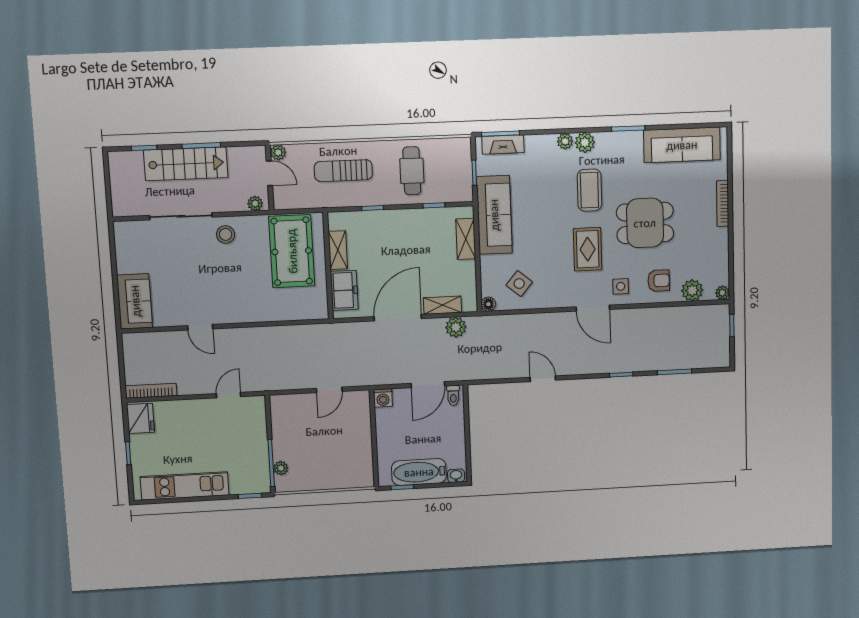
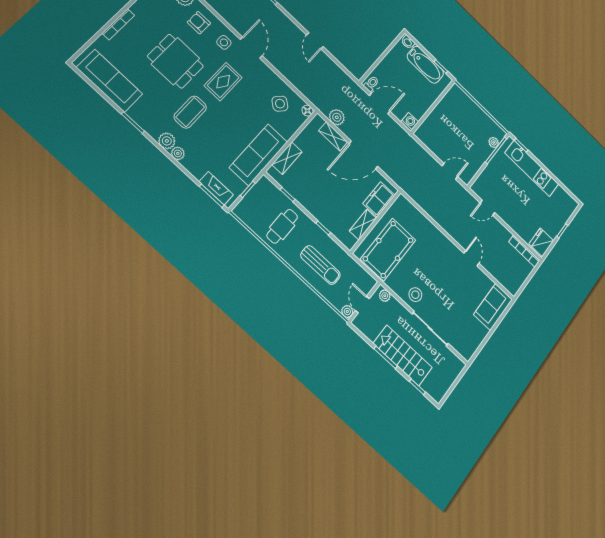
door: (329, 390) -> (450, 171), moved
kitchen unit: (185, 486) -> (532, 168), moved

